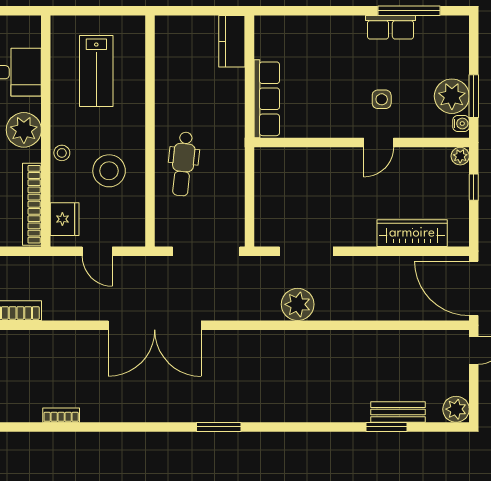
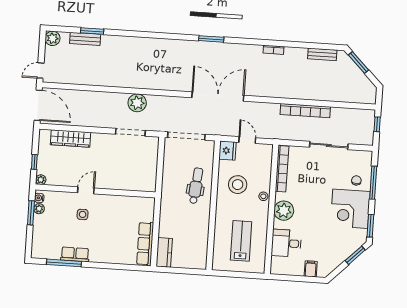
plant: (452, 96) -> (39, 209), width x0.53, depth x0.53
row of seats: (267, 99) -> (145, 244), moved
fridge: (65, 219) -> (227, 151), moved, turned 180
window: (219, 427) -> (211, 39), moved

